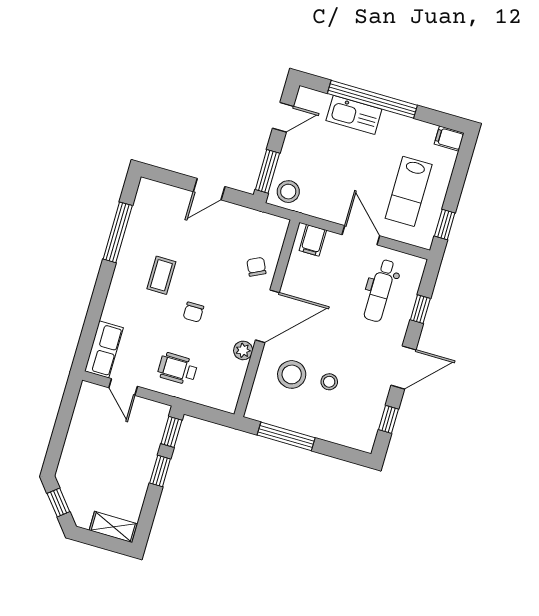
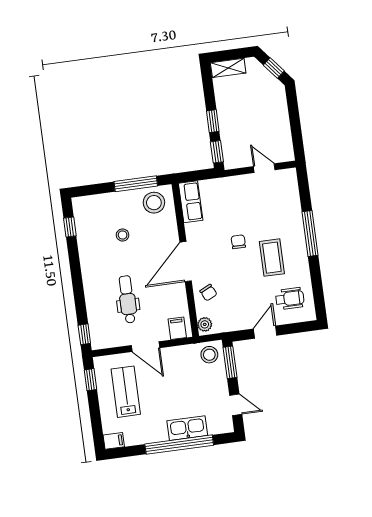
door: (283, 117) -> (236, 405), swing flipped
window: (118, 232) -> (310, 234), moved
coffee table: (161, 275) -> (272, 258), width x1.36, depth x1.30
dental chair: (380, 290) -> (128, 299), moved
window: (420, 309) -> (84, 334), moved
row of seats: (104, 349) -> (191, 202), moved, turned 180
plant: (243, 350) -> (205, 324), moved
door: (403, 367) -> (75, 268), removed
wheelchair: (177, 369) -> (290, 299), moved
stool: (292, 374) -> (154, 203), moved

